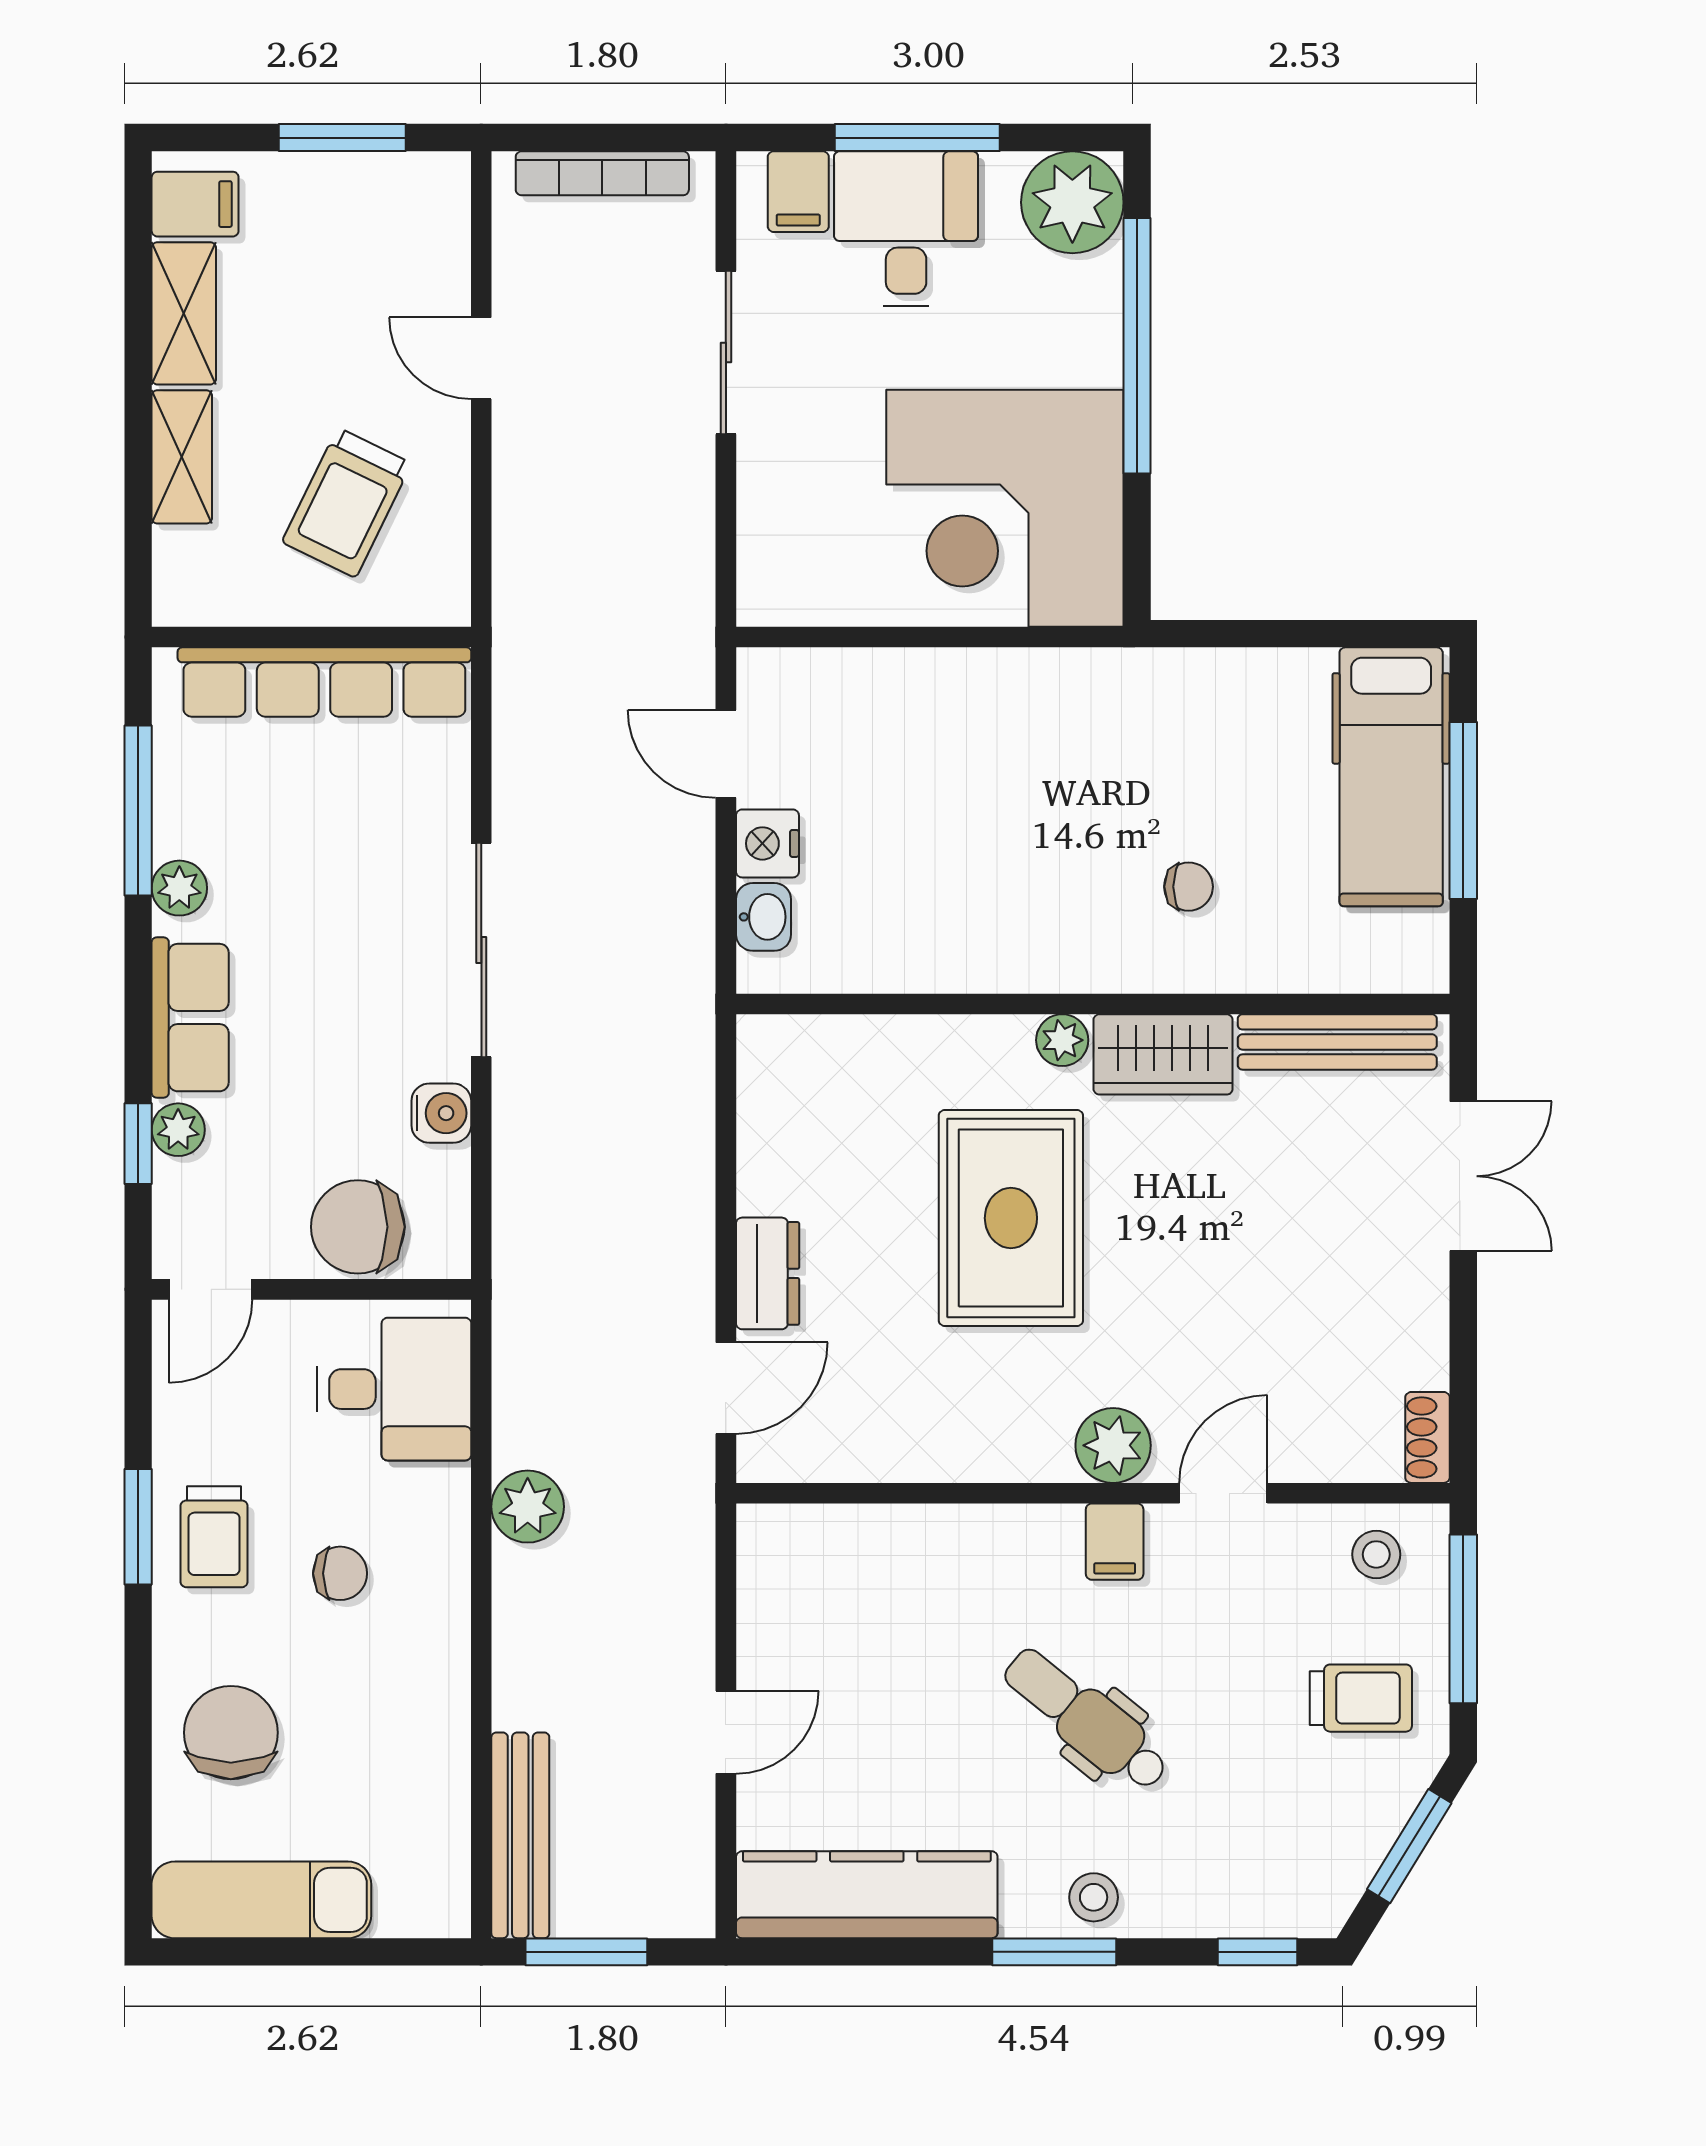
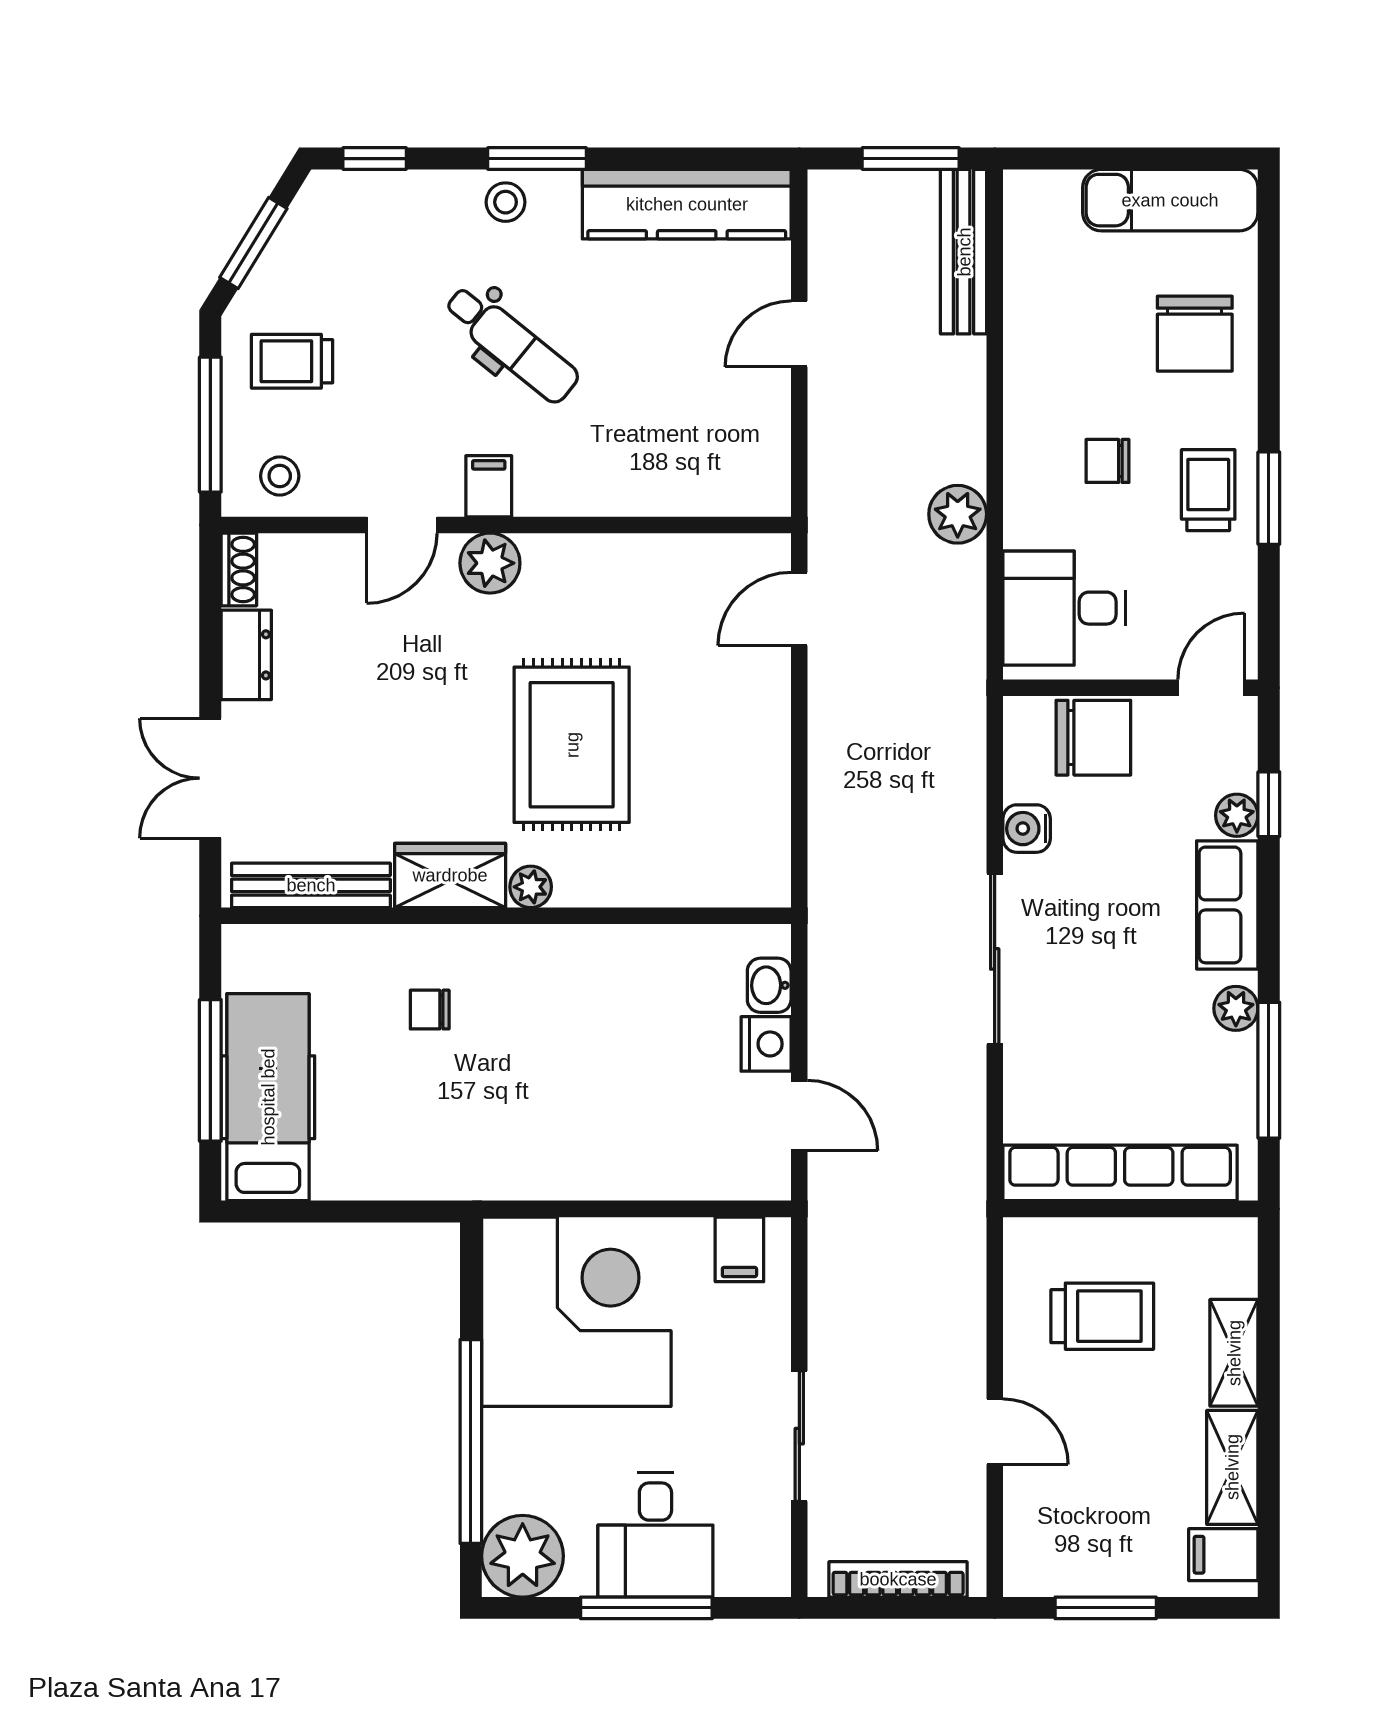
filing cabinet: (798, 192) -> (739, 1249), moved, turned 180
trolley: (347, 503) -> (1102, 1316), turned 64
dresser: (768, 1273) -> (246, 655), moved, turned 180

